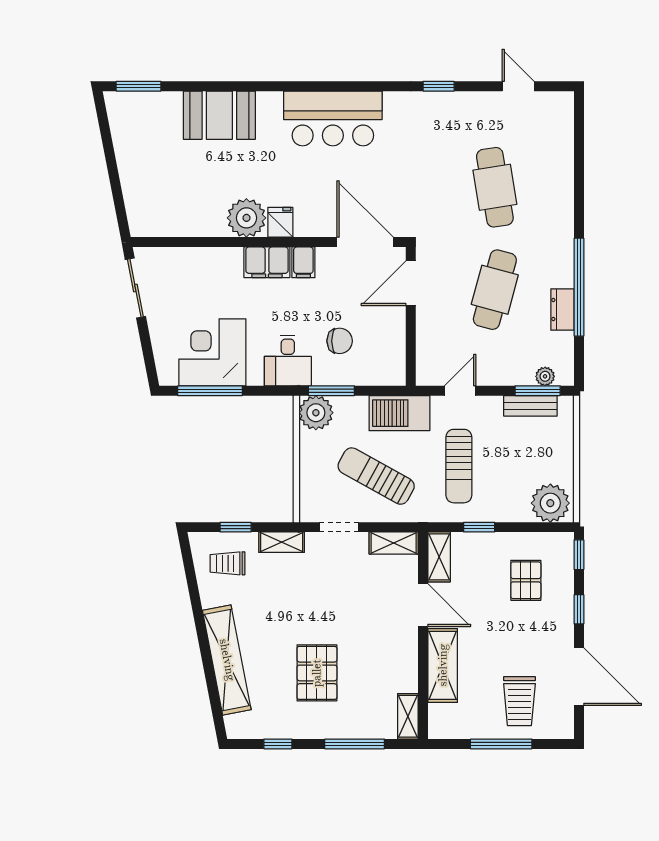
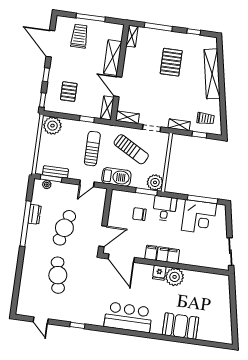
window: (139, 86) -> (216, 345), removed

